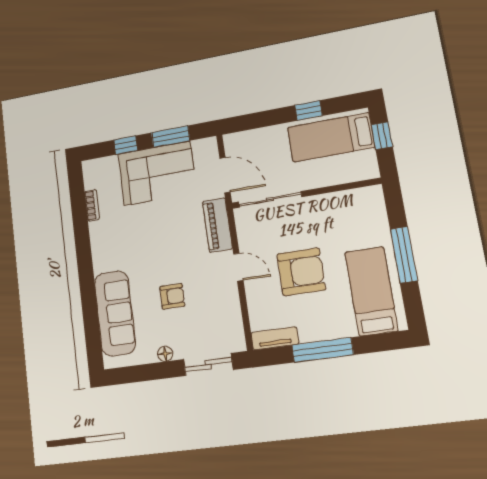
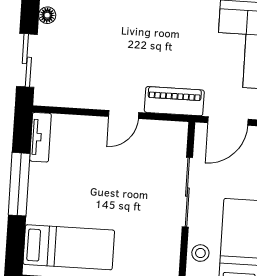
stool: (348, 171) -> (200, 253), added
sliding door: (270, 199) -> (187, 192), moved
armchair: (301, 272) -> (104, 180), removed
armchair: (172, 296) -> (107, 35), removed

